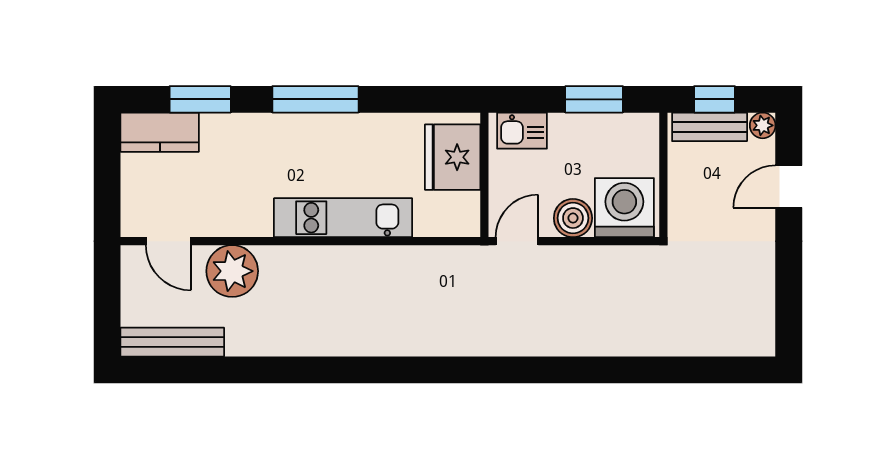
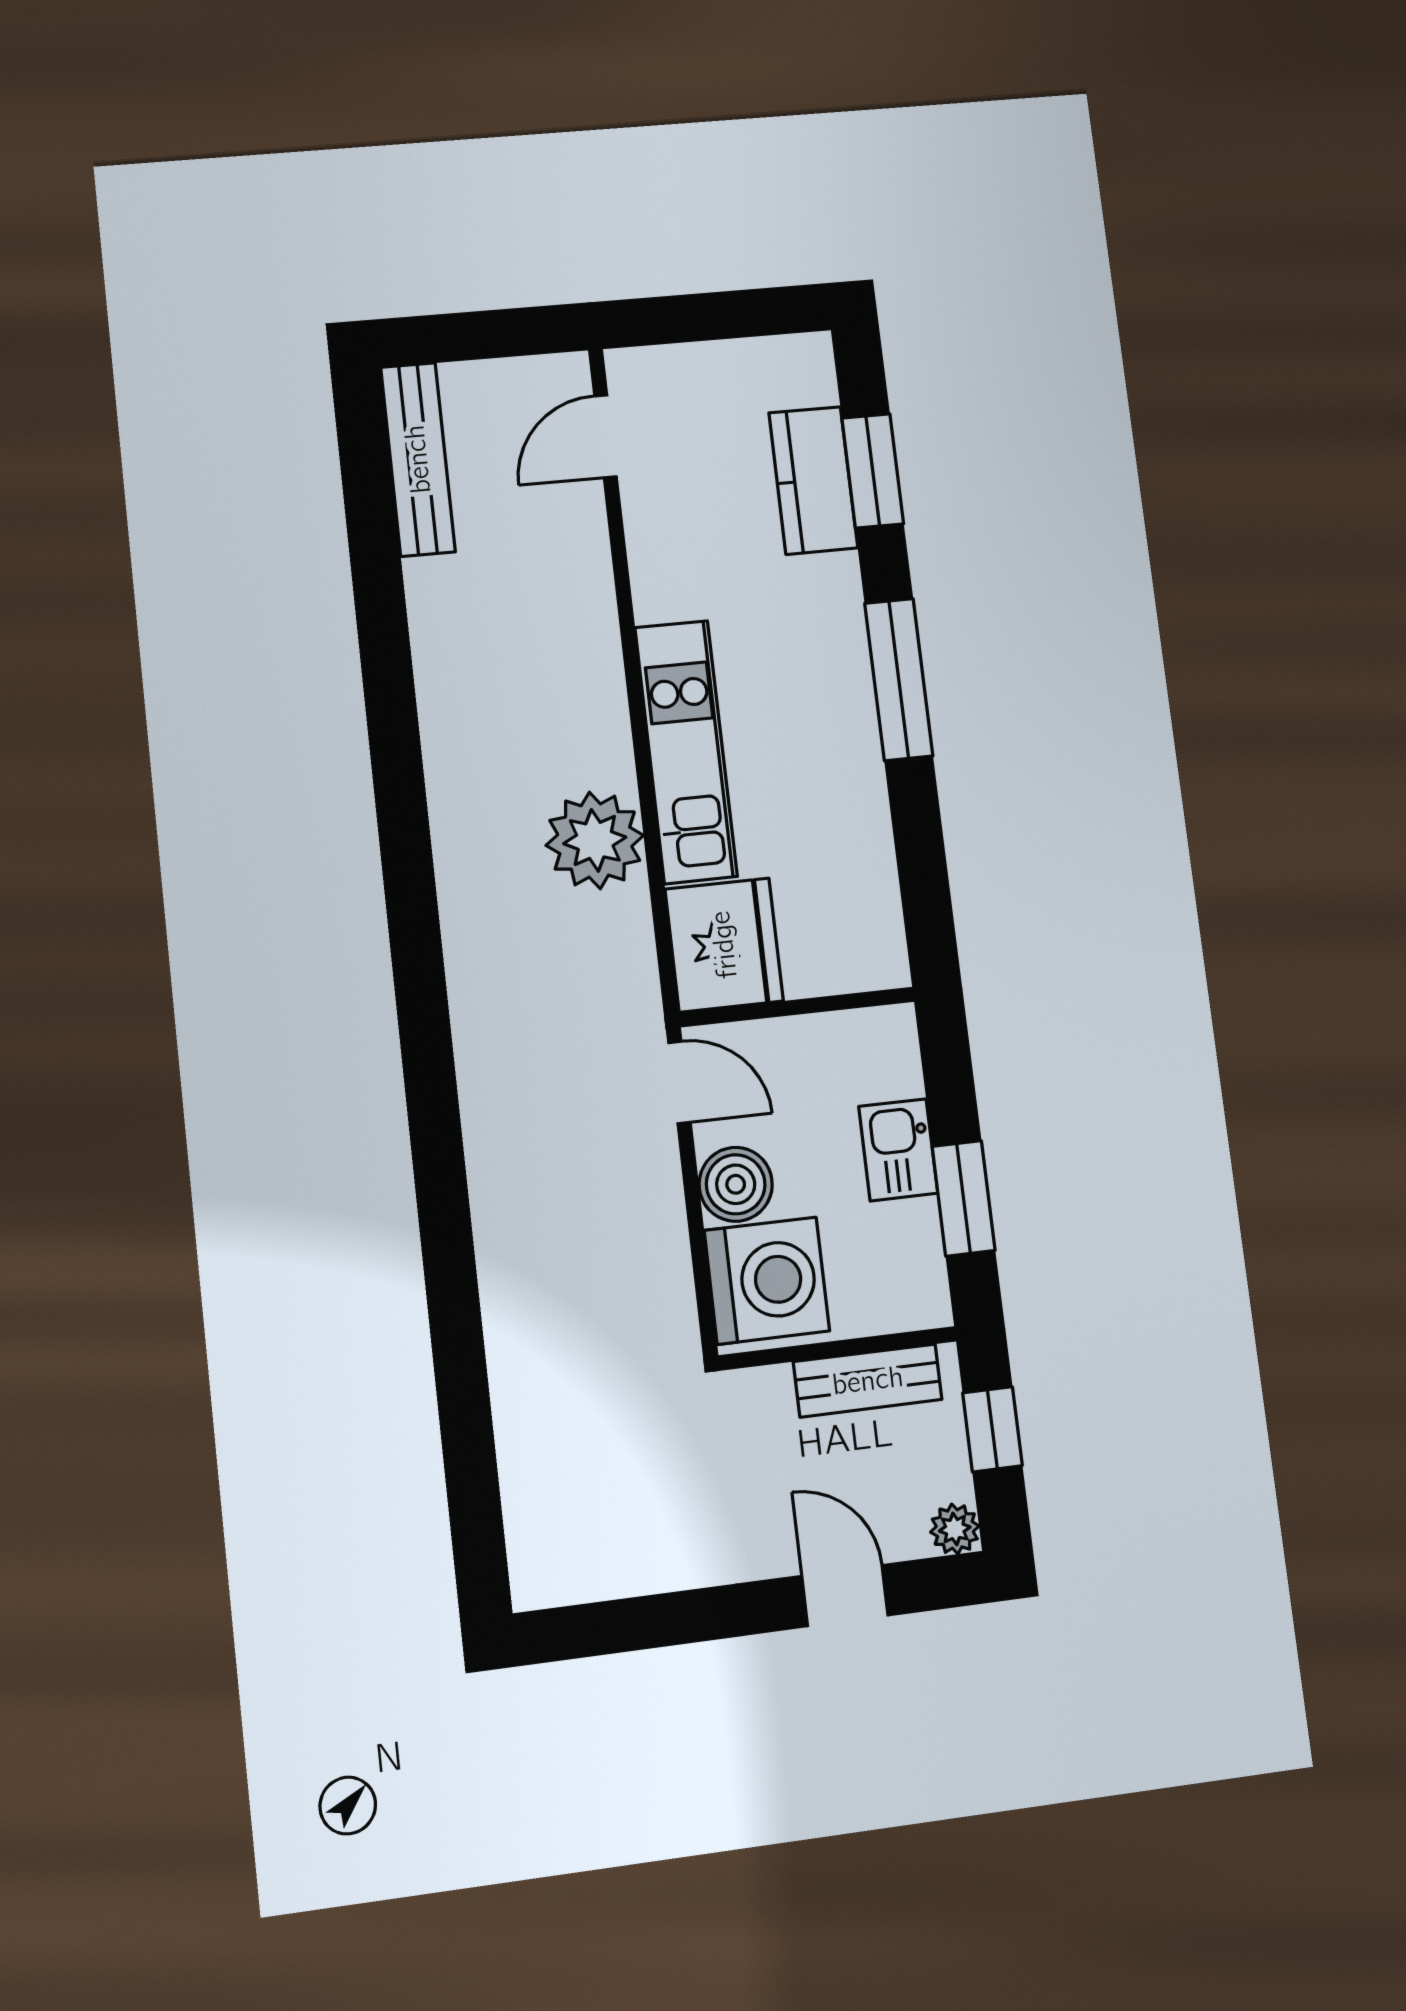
bench: (710, 127) -> (868, 1381), moved, turned 90
kitchen sink: (522, 131) -> (898, 1150), moved
kitchen counter: (160, 132) -> (813, 480), moved
fridge: (453, 157) -> (724, 945), moved, turned 90
plant: (232, 271) -> (595, 840), moved

